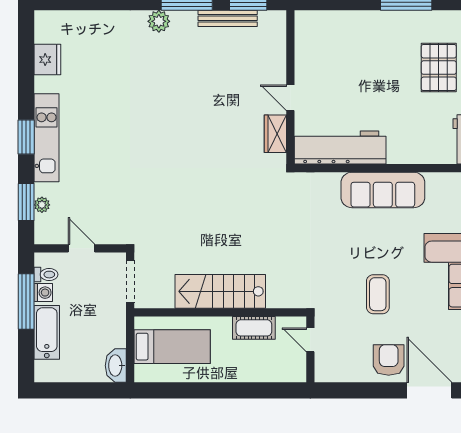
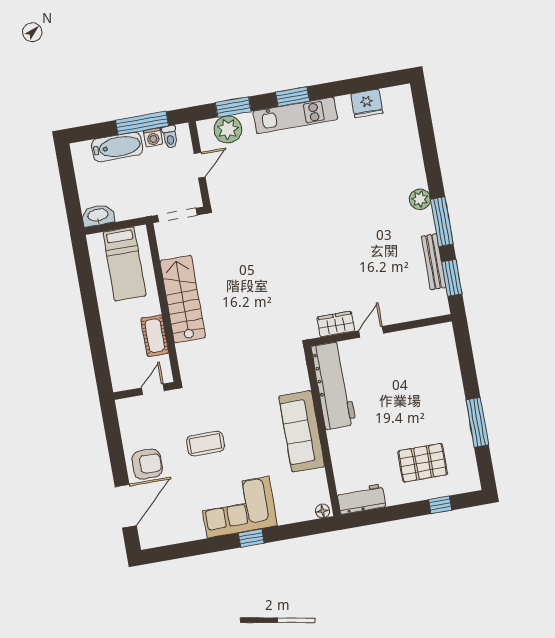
plant: (42, 205) -> (228, 129), width x1.87, depth x1.87

